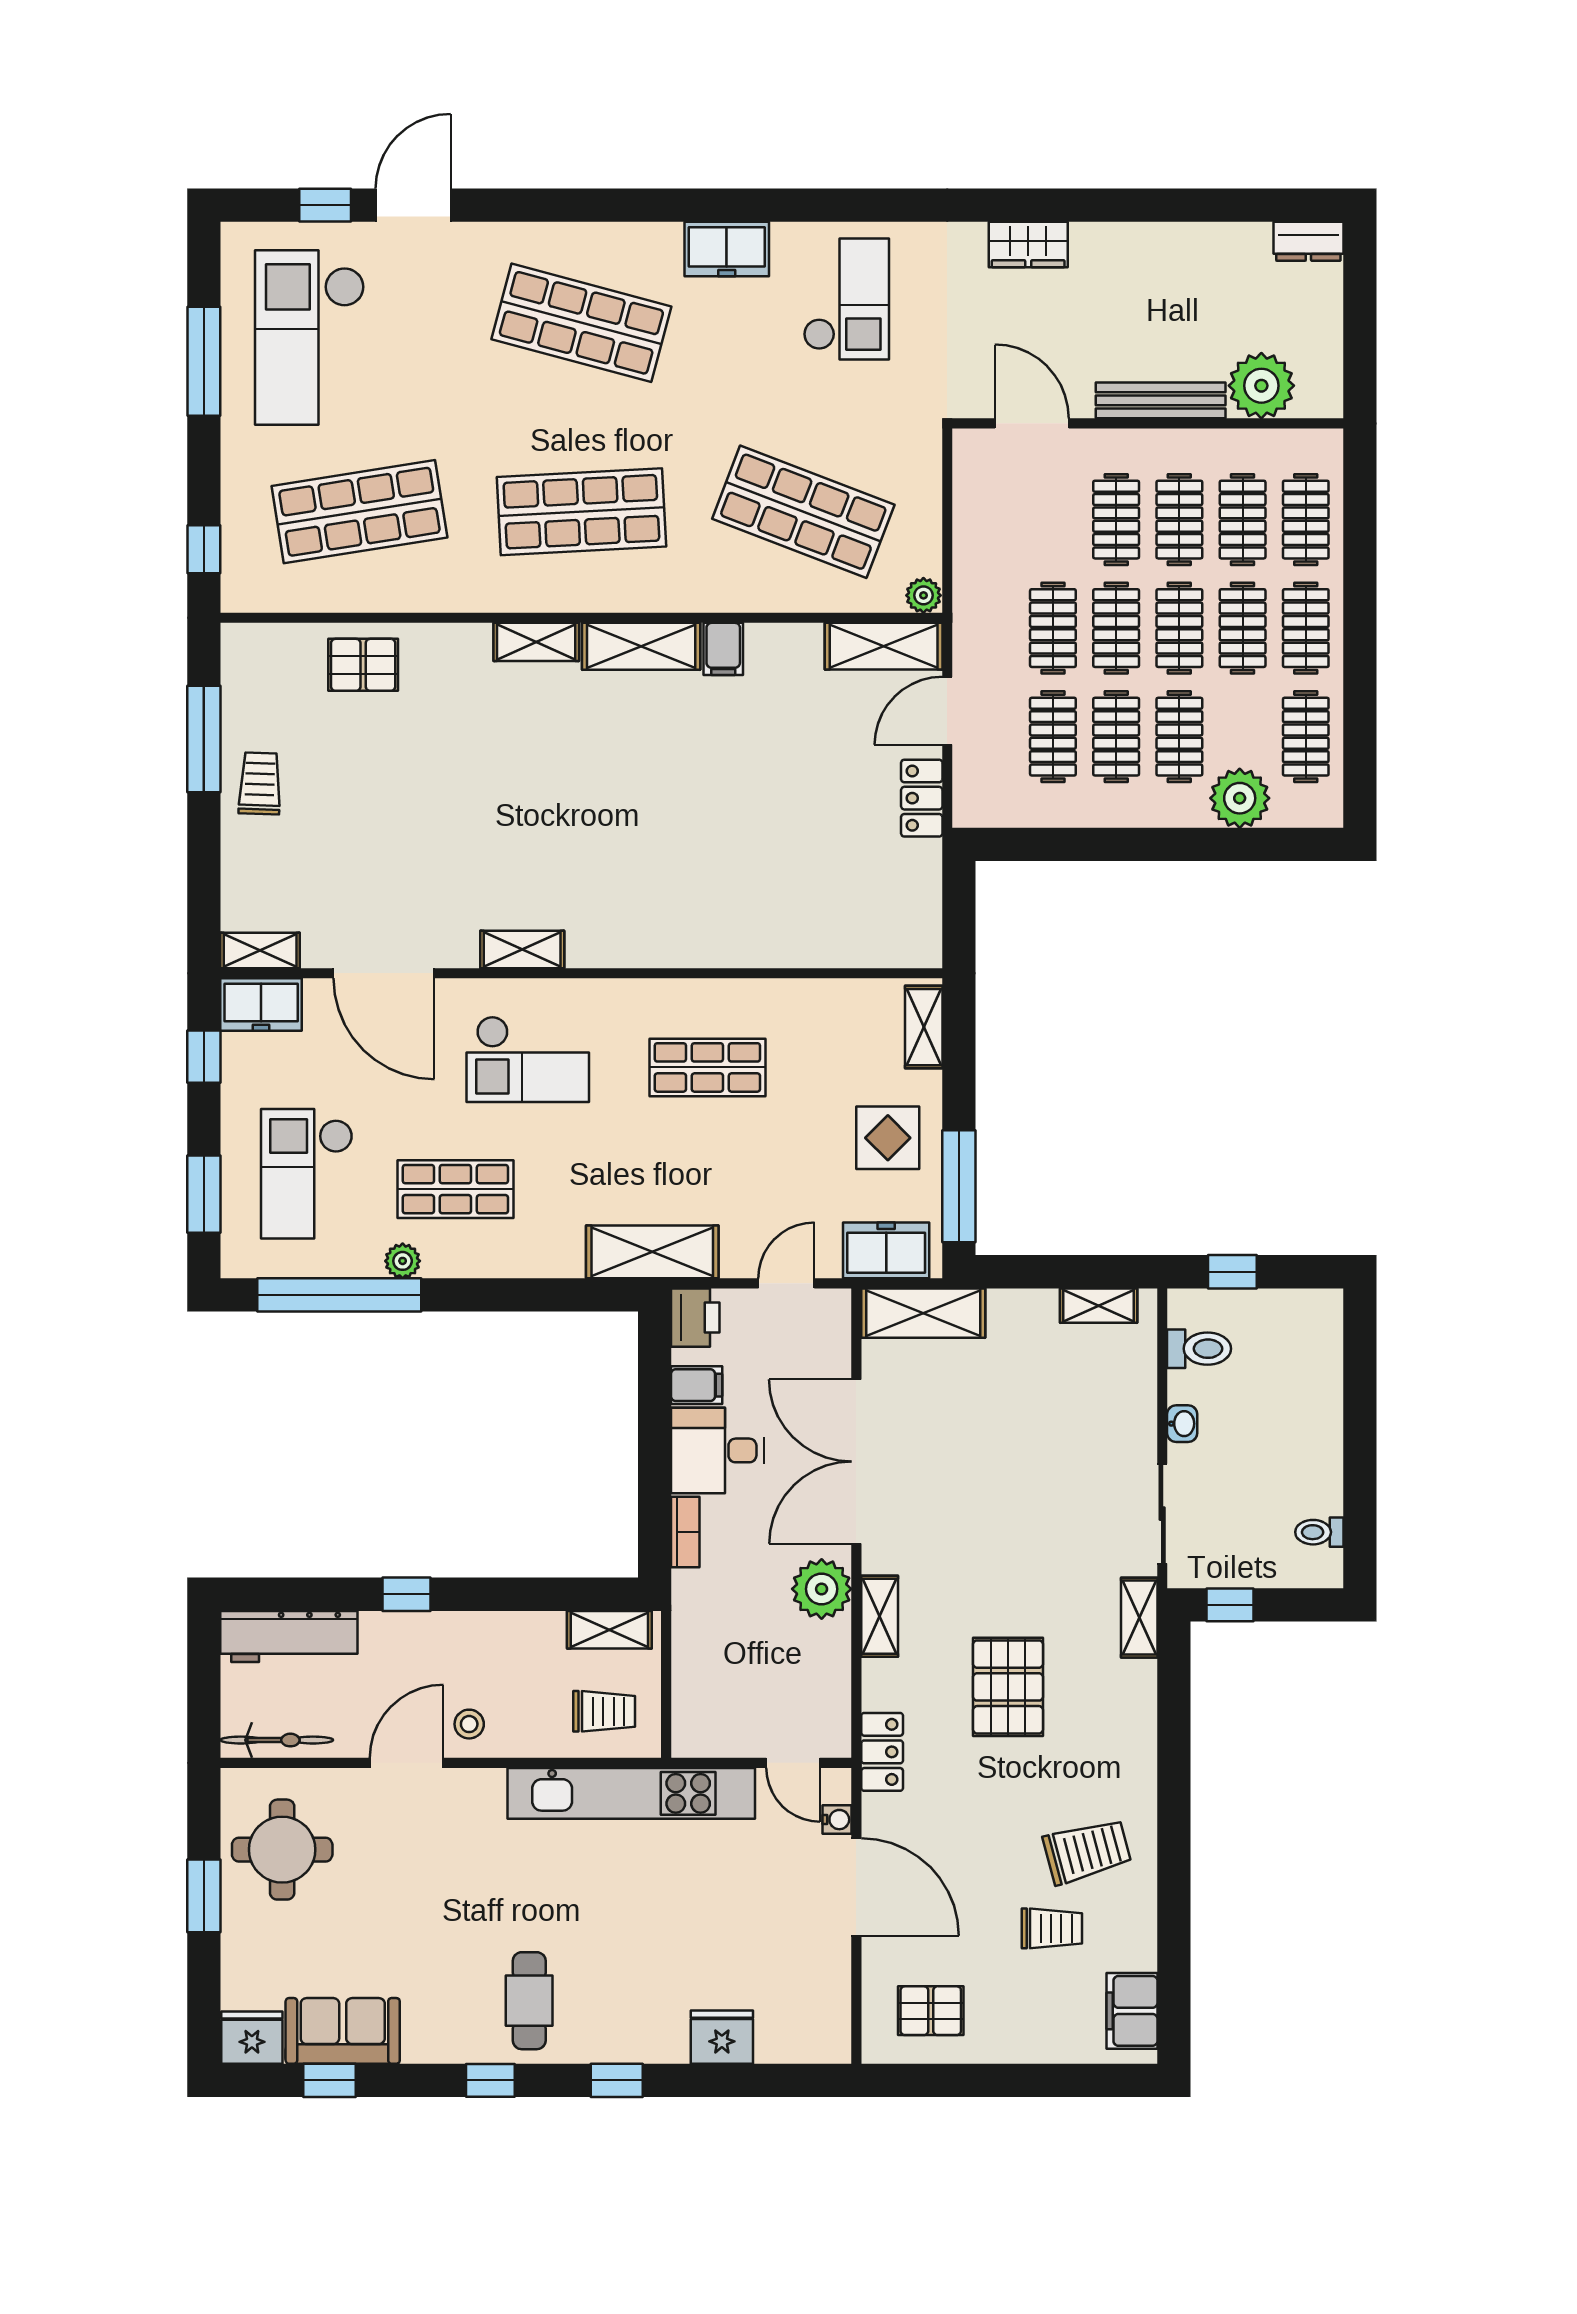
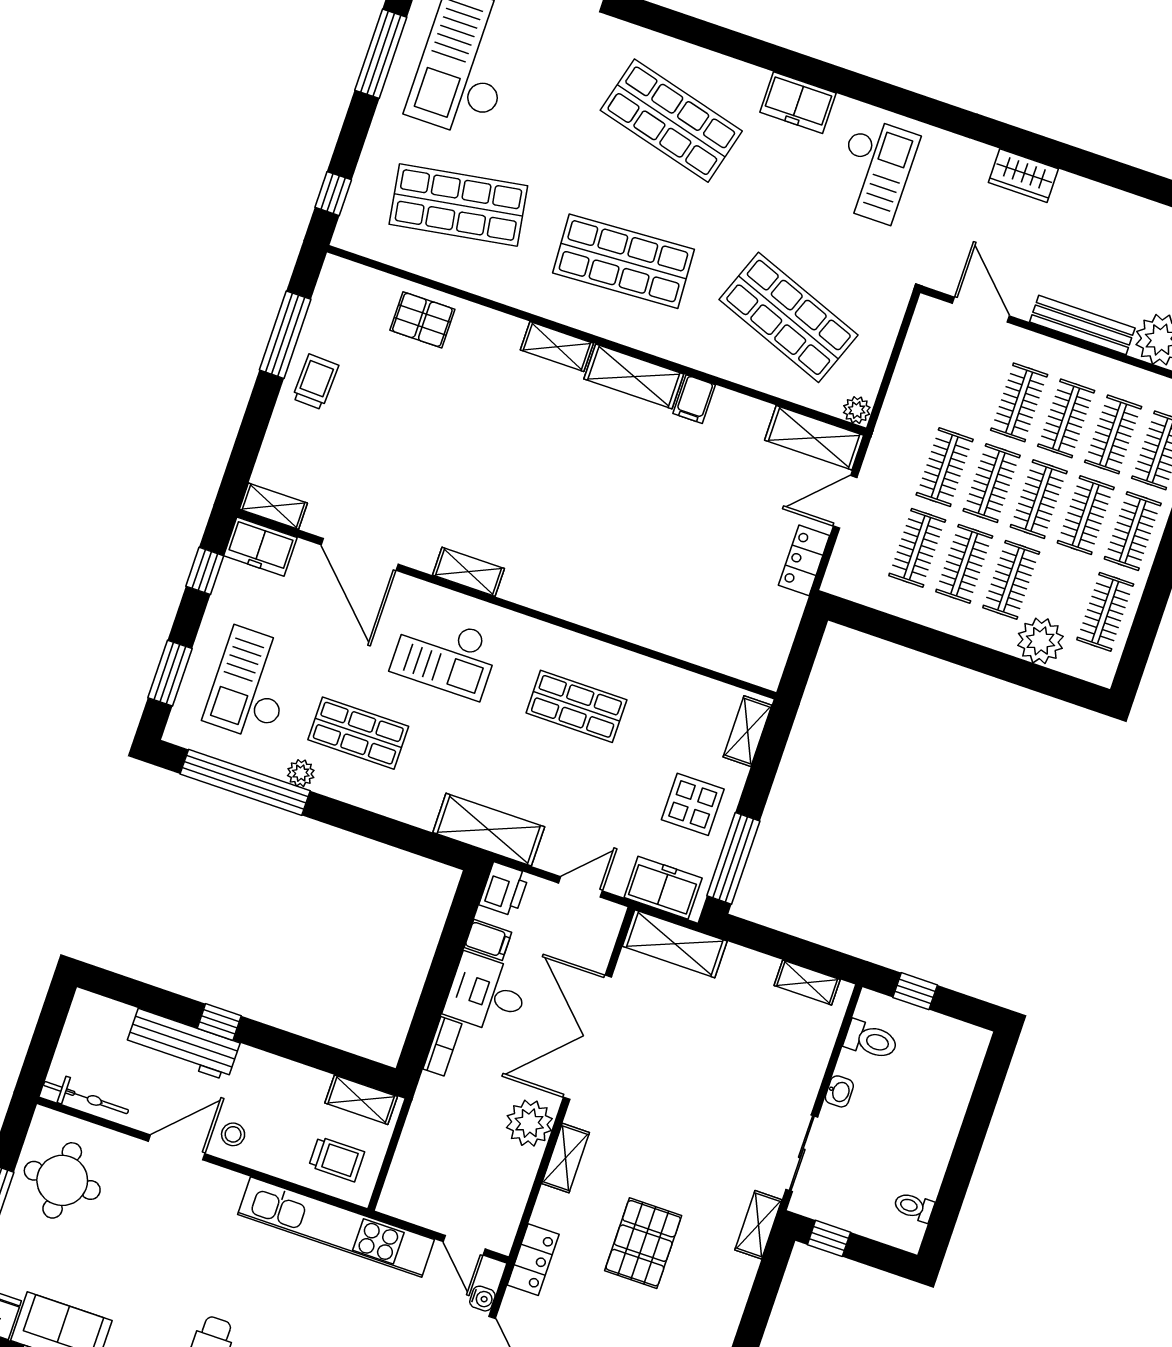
workbench: (289, 1636) -> (183, 1045), moved

